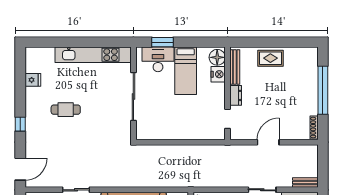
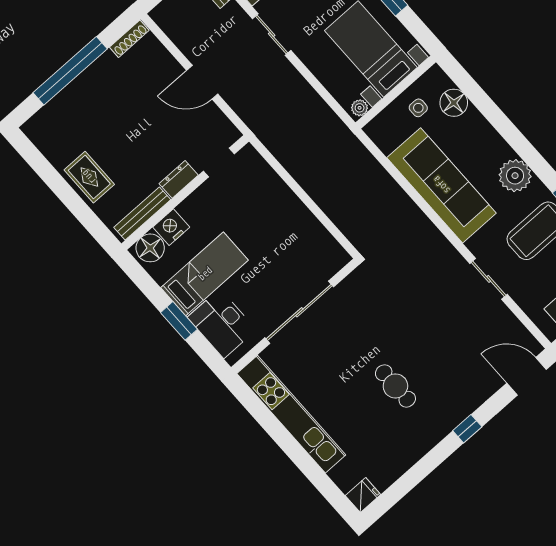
window: (162, 42) -> (179, 321), moved
fridge: (33, 80) -> (363, 495), moved, turned 90

